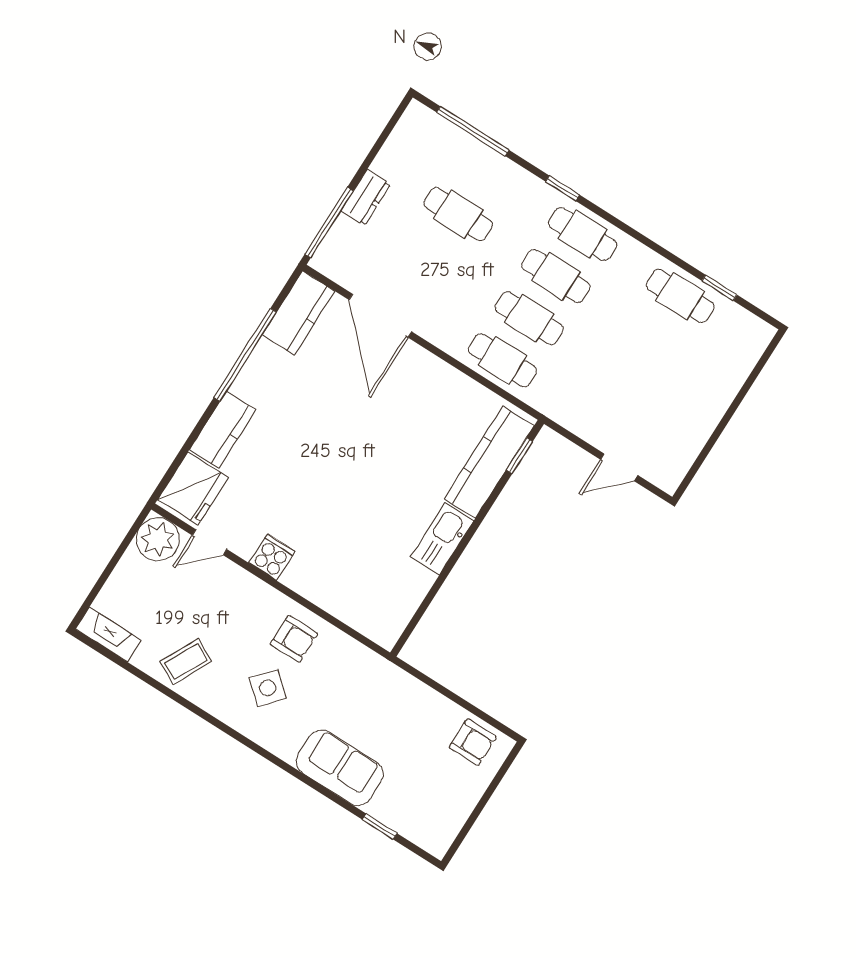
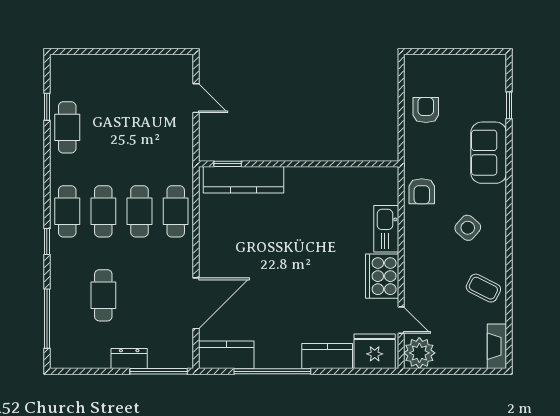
kitchen sink: (442, 539) -> (386, 229), moved, turned 90
cooker: (272, 557) -> (382, 276), width x1.87, depth x1.31
armchair: (294, 639) -> (422, 191), moved, turned 180
armchair: (473, 742) -> (426, 110), moved

